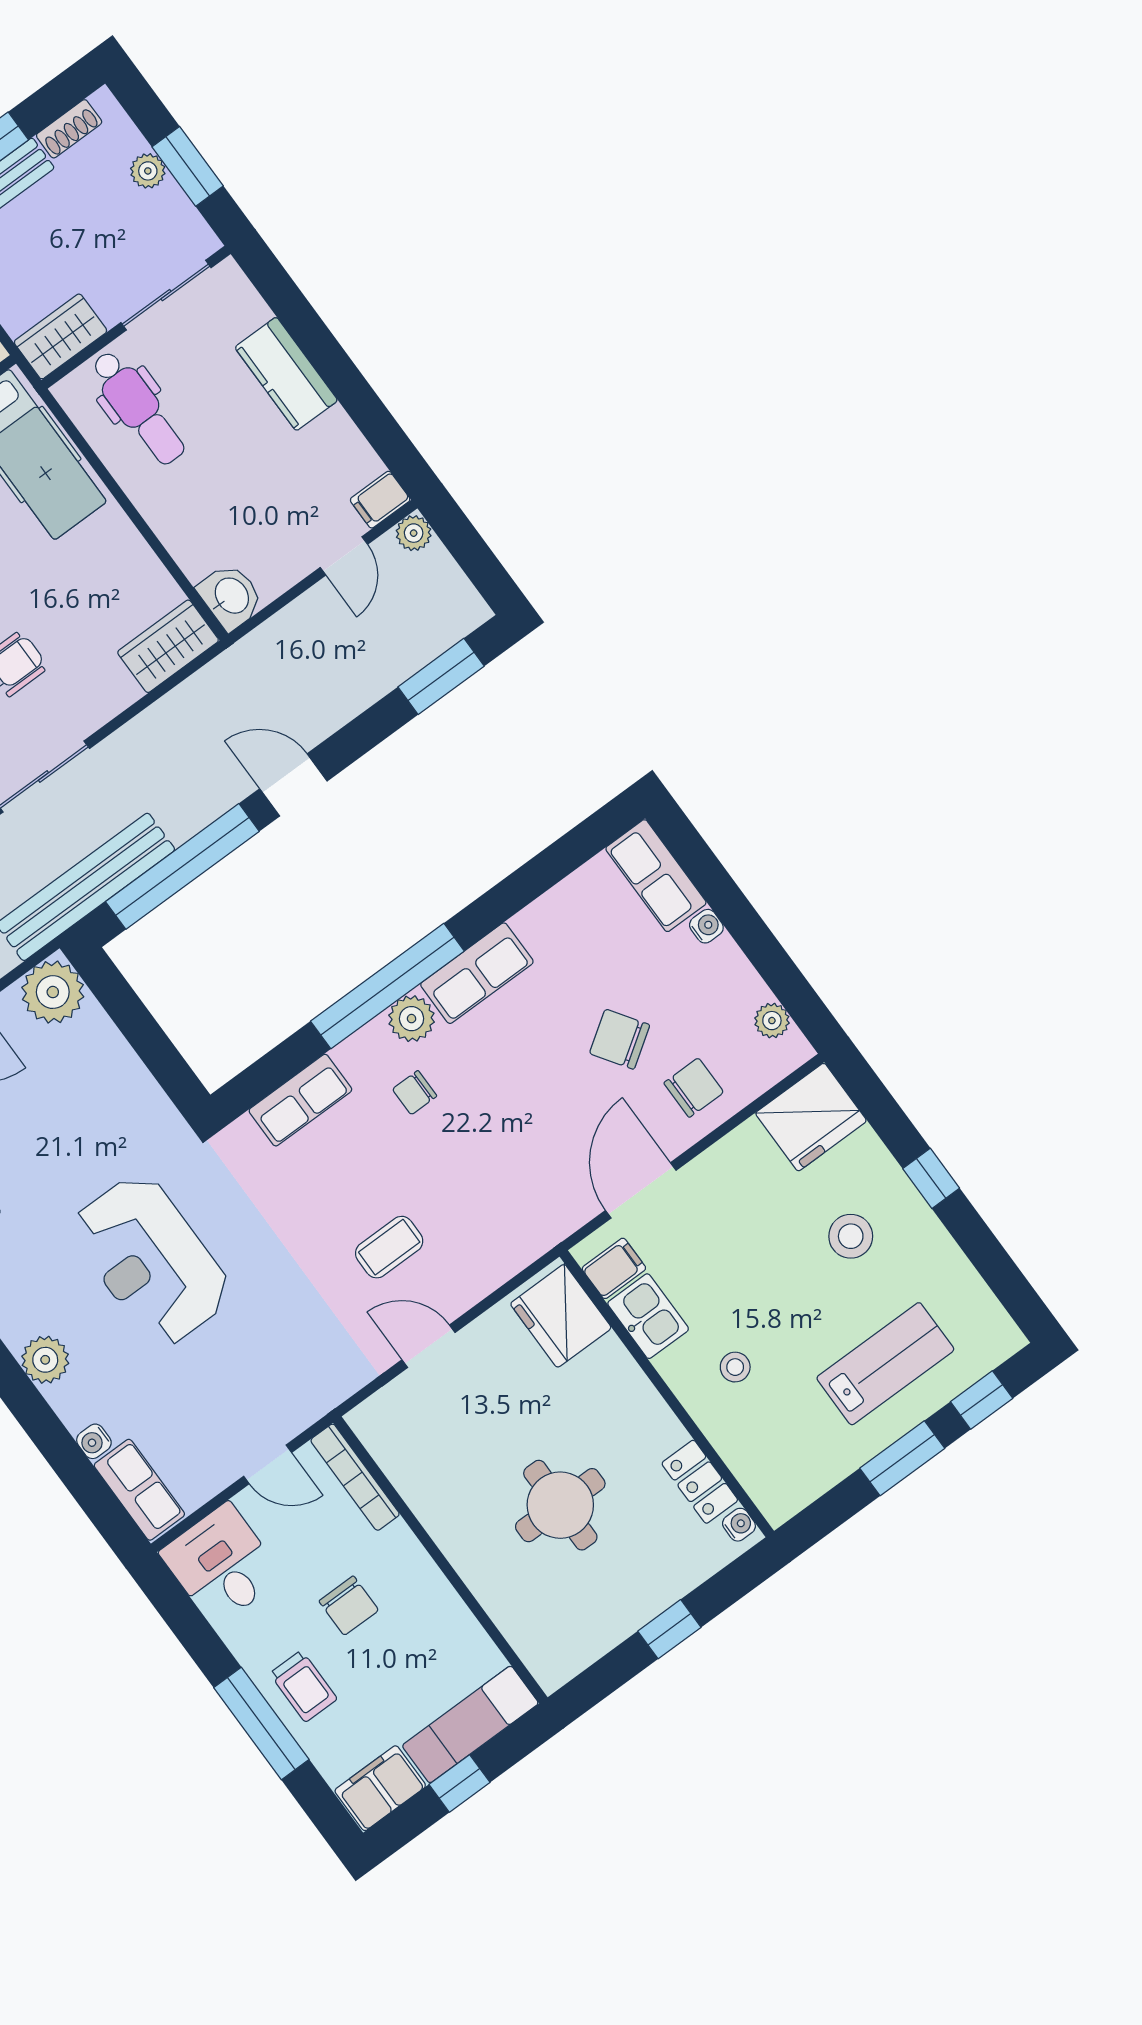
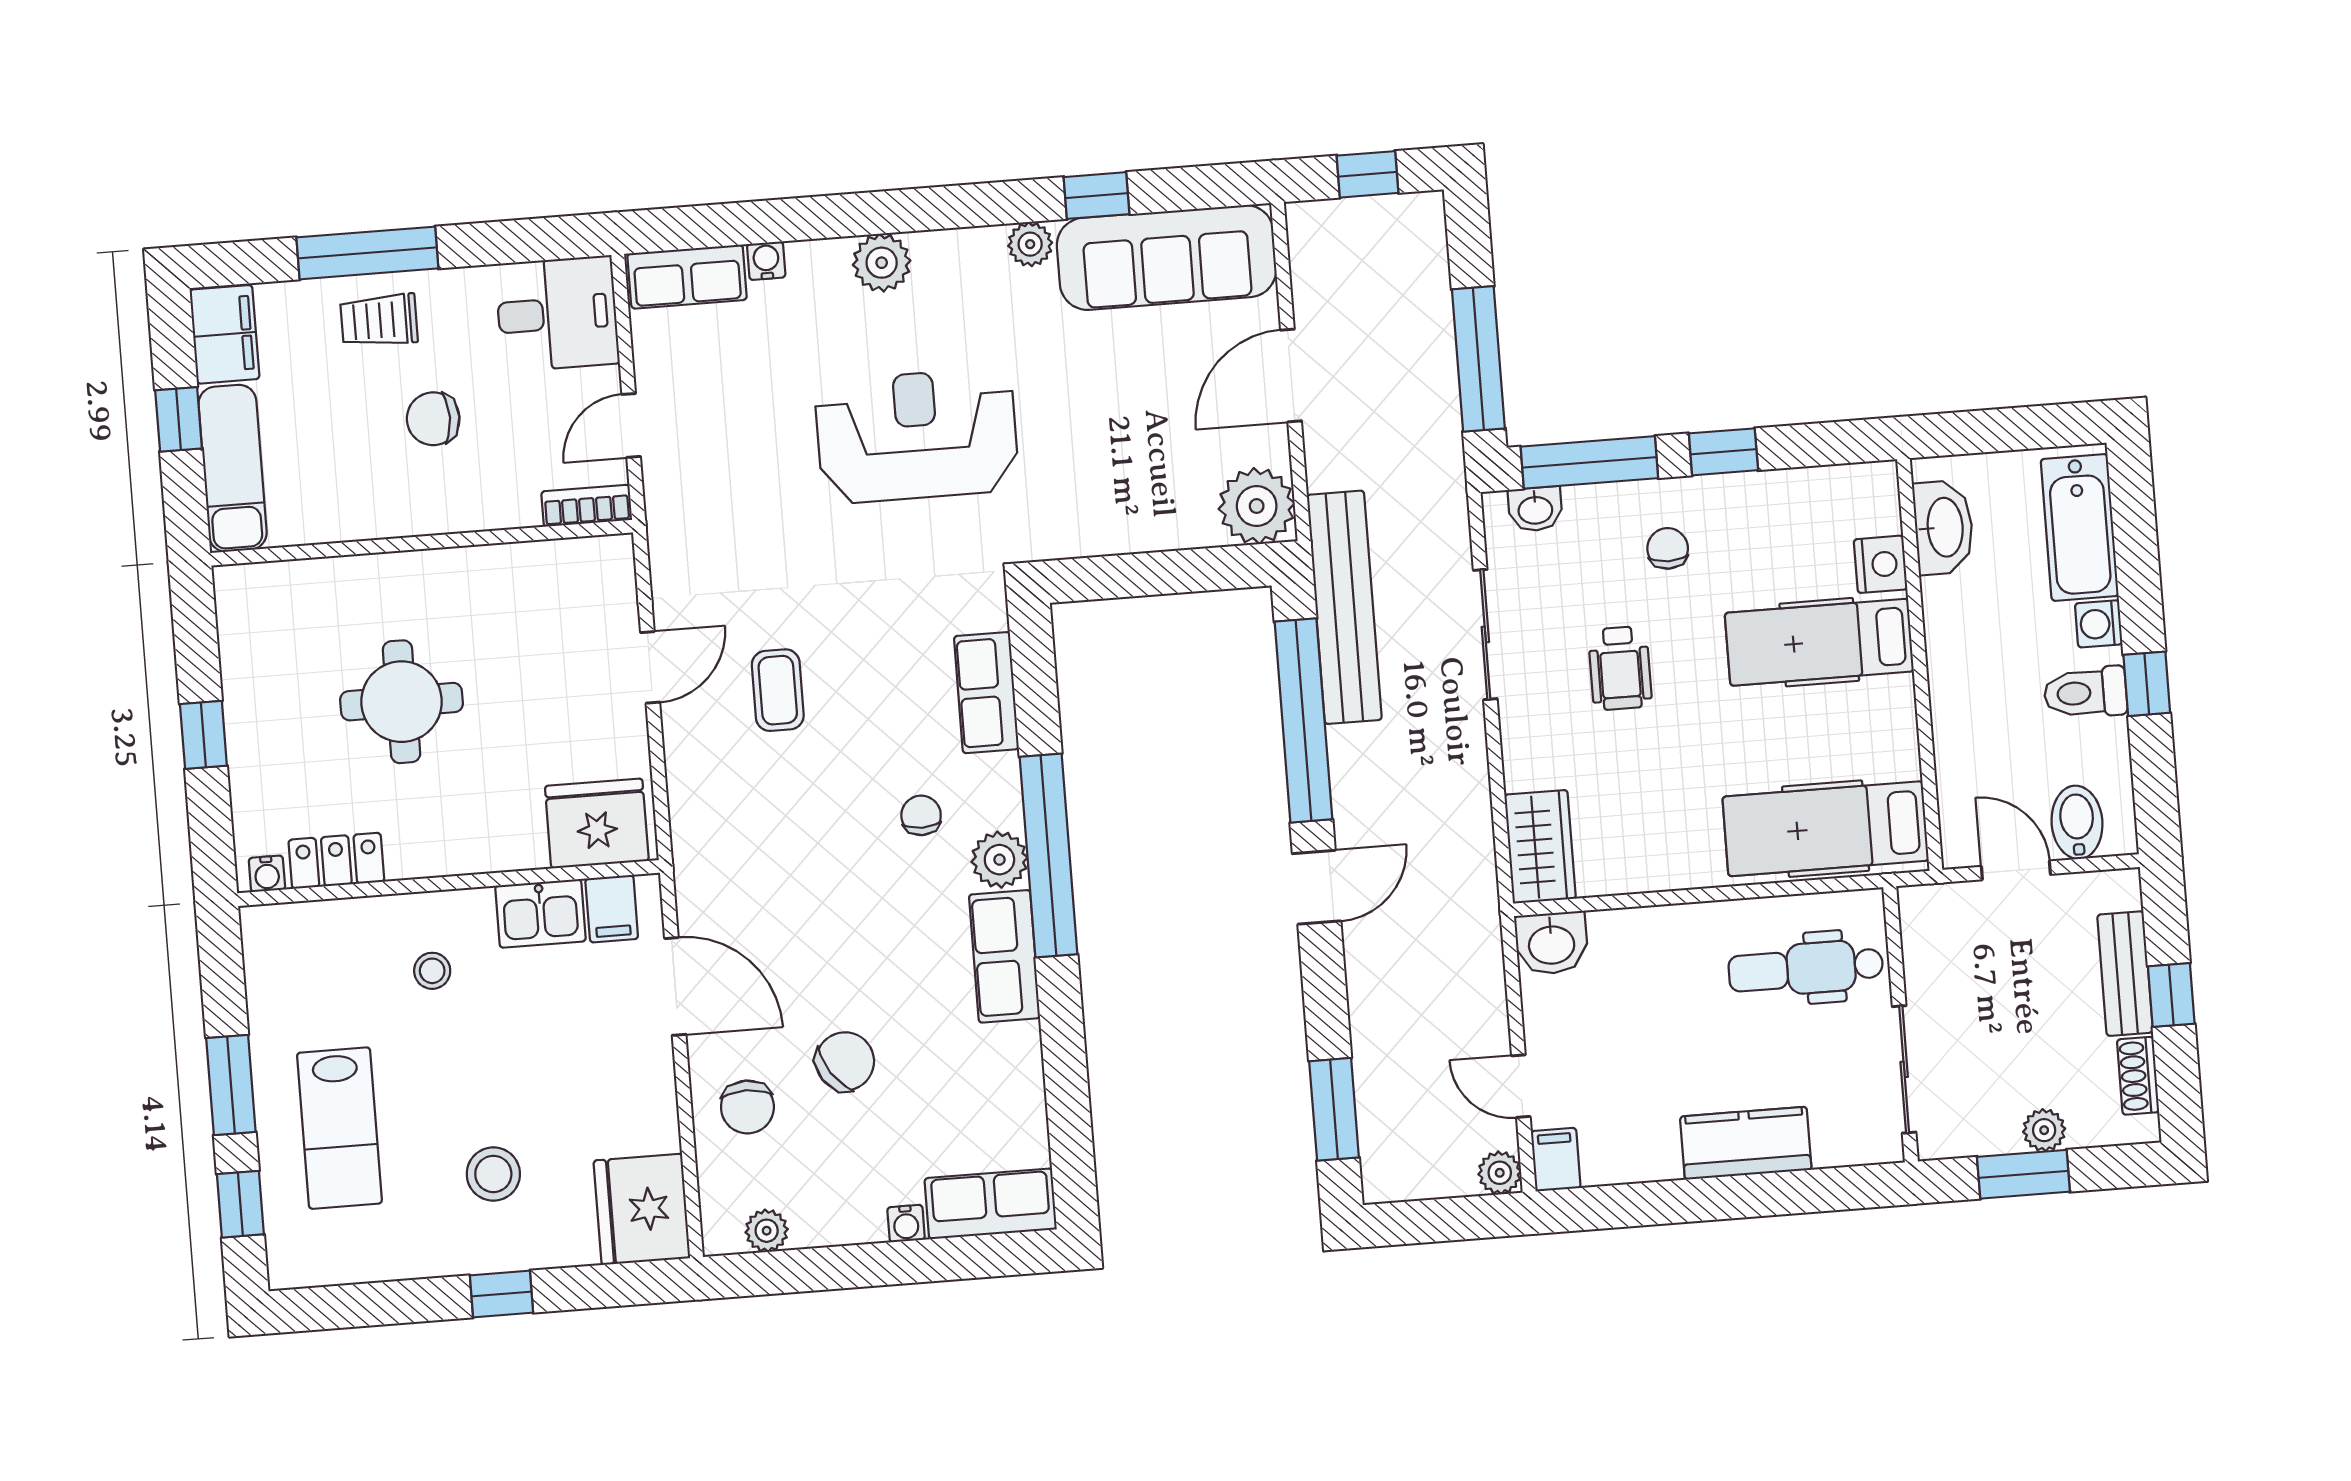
wardrobe: (60, 336) -> (1929, 934), removed
bookcase: (355, 1477) -> (587, 506), width x0.64

